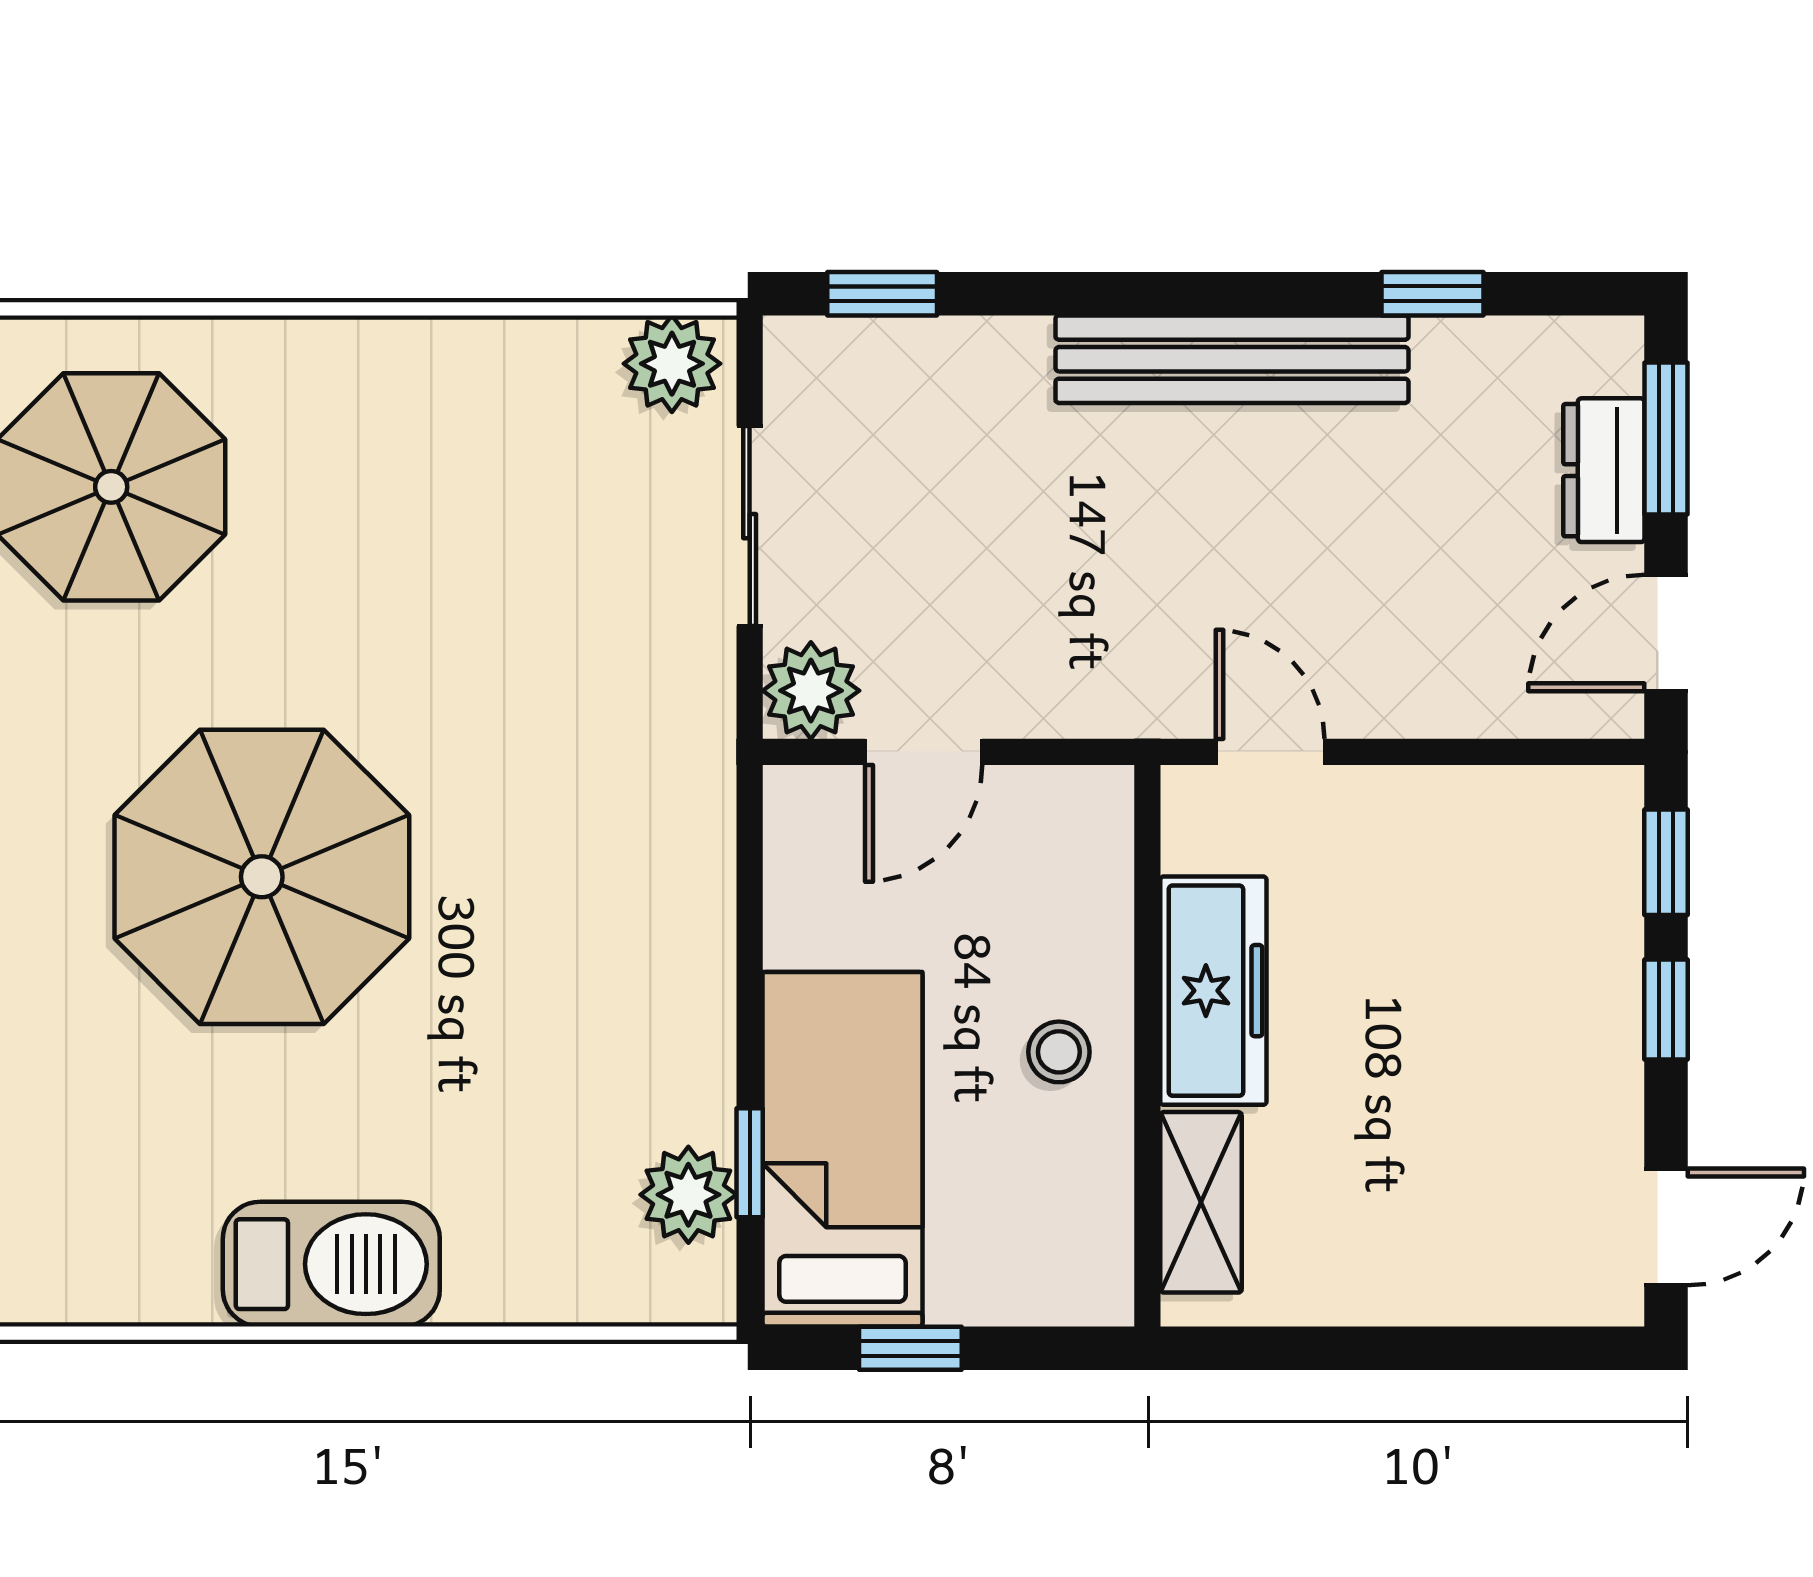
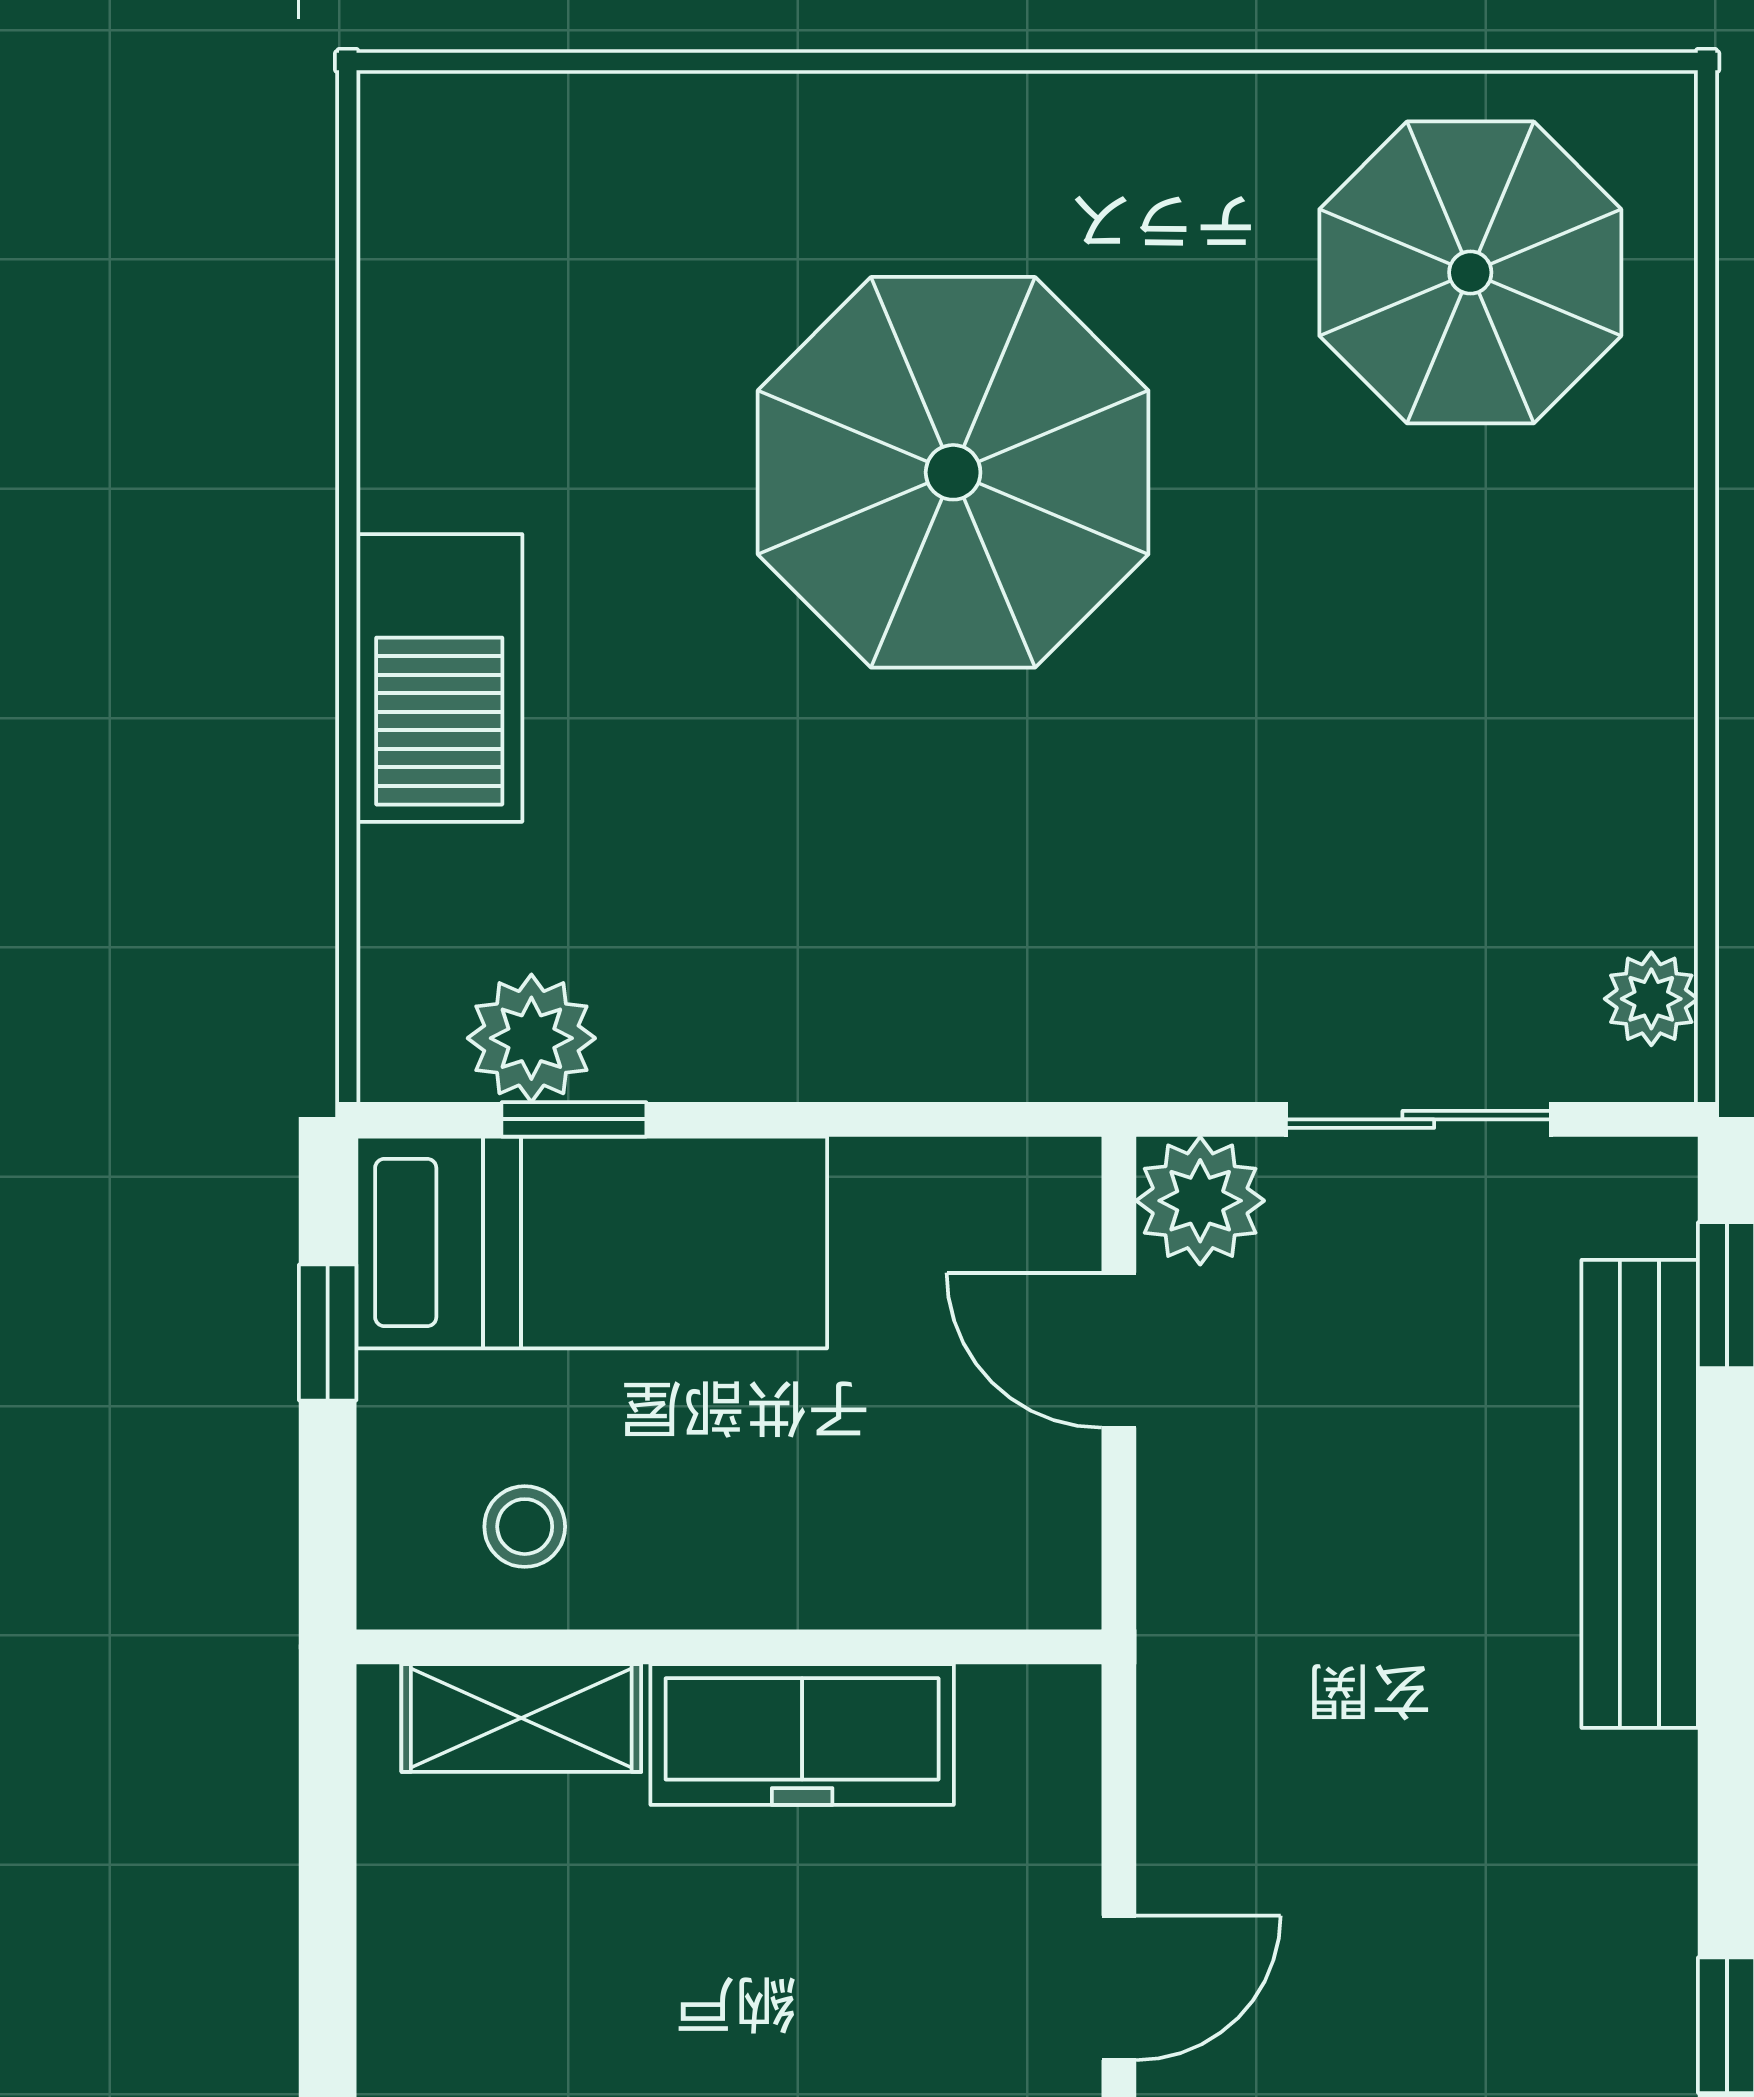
bench: (1232, 359) -> (1640, 1494), moved
plant: (672, 364) -> (1651, 999), width x0.73, depth x0.73
door: (1270, 752) -> (1119, 1988), moved
stool: (1059, 1052) -> (525, 1527), moved
barbecue: (331, 1264) -> (439, 678), moved

